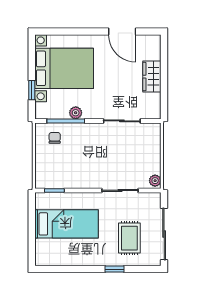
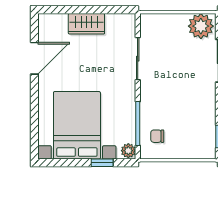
plant: (76, 113) -> (128, 151), moved
plant: (155, 181) -> (201, 26), width x1.87, depth x1.87

